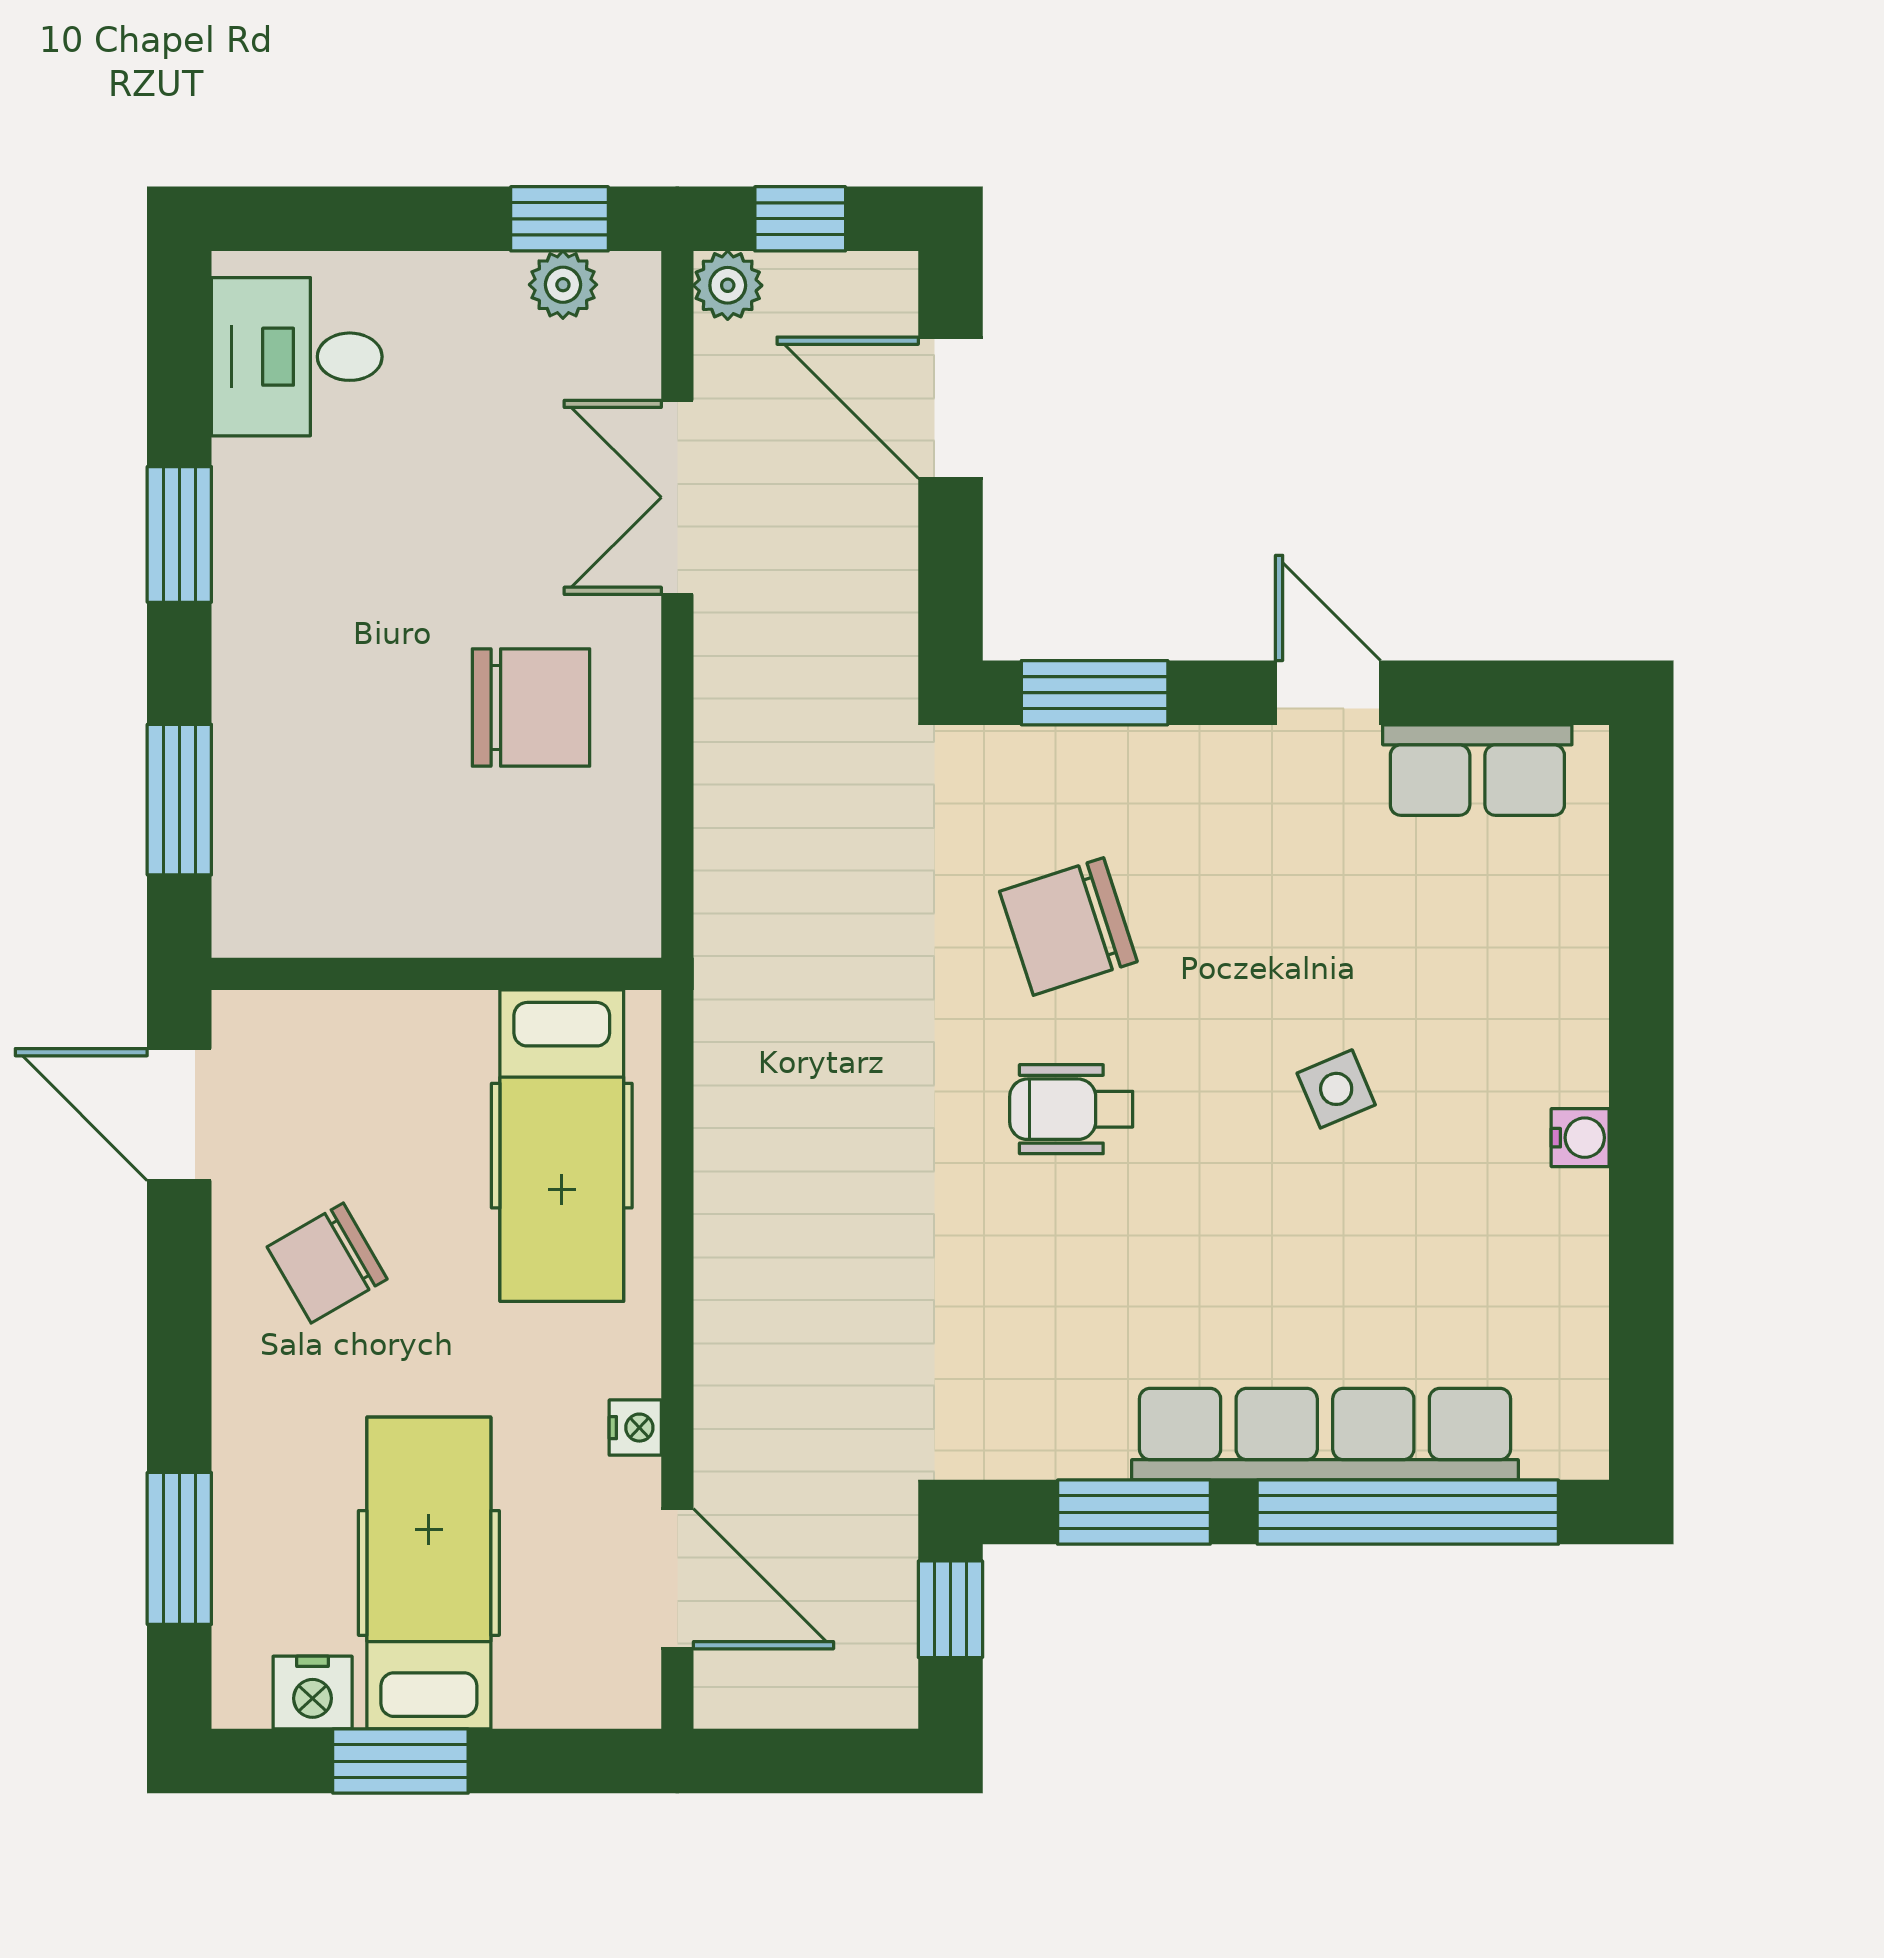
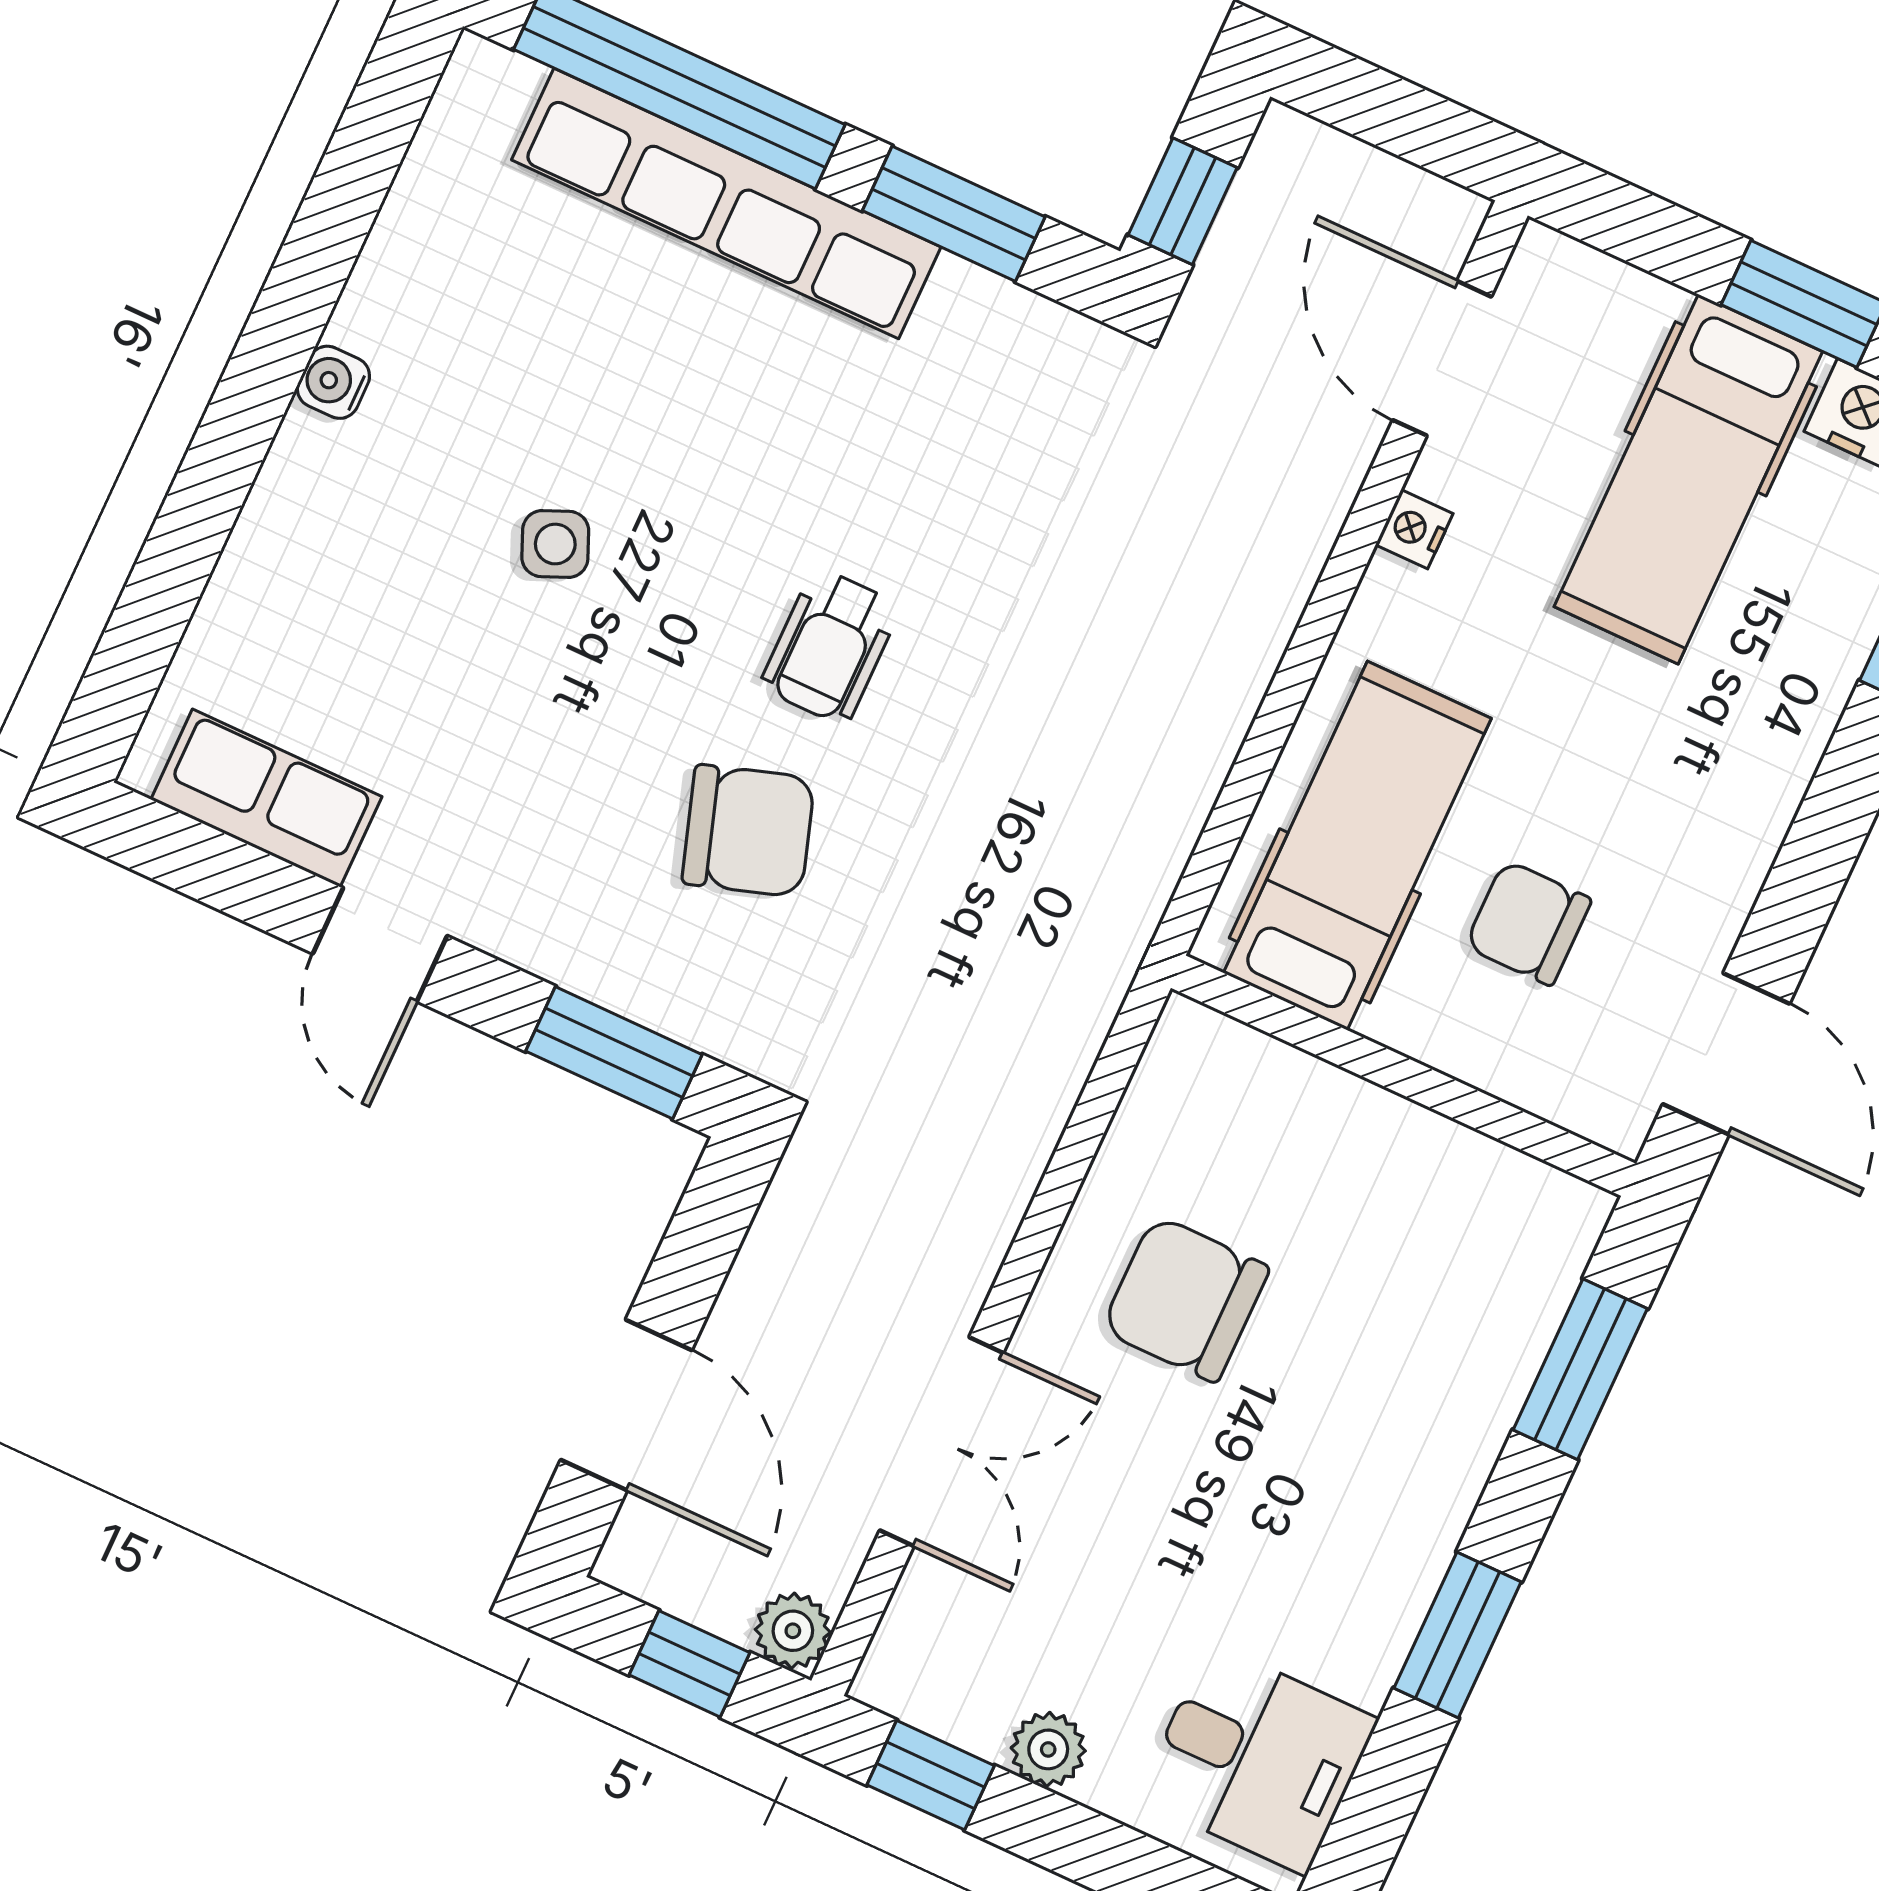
plant: (563, 285) -> (1048, 1749), moved
wheelchair: (1071, 1109) -> (830, 646), turned 90
chair: (327, 1263) -> (1528, 923), moved, turned -150

